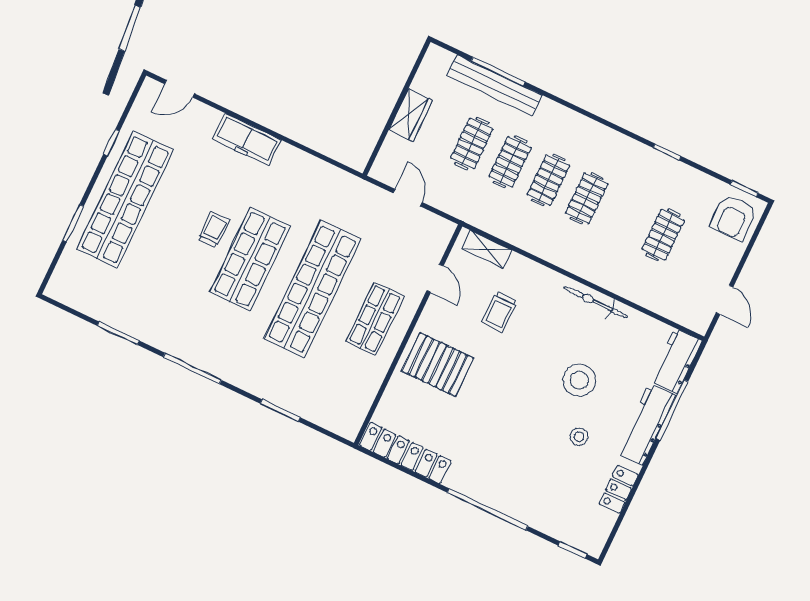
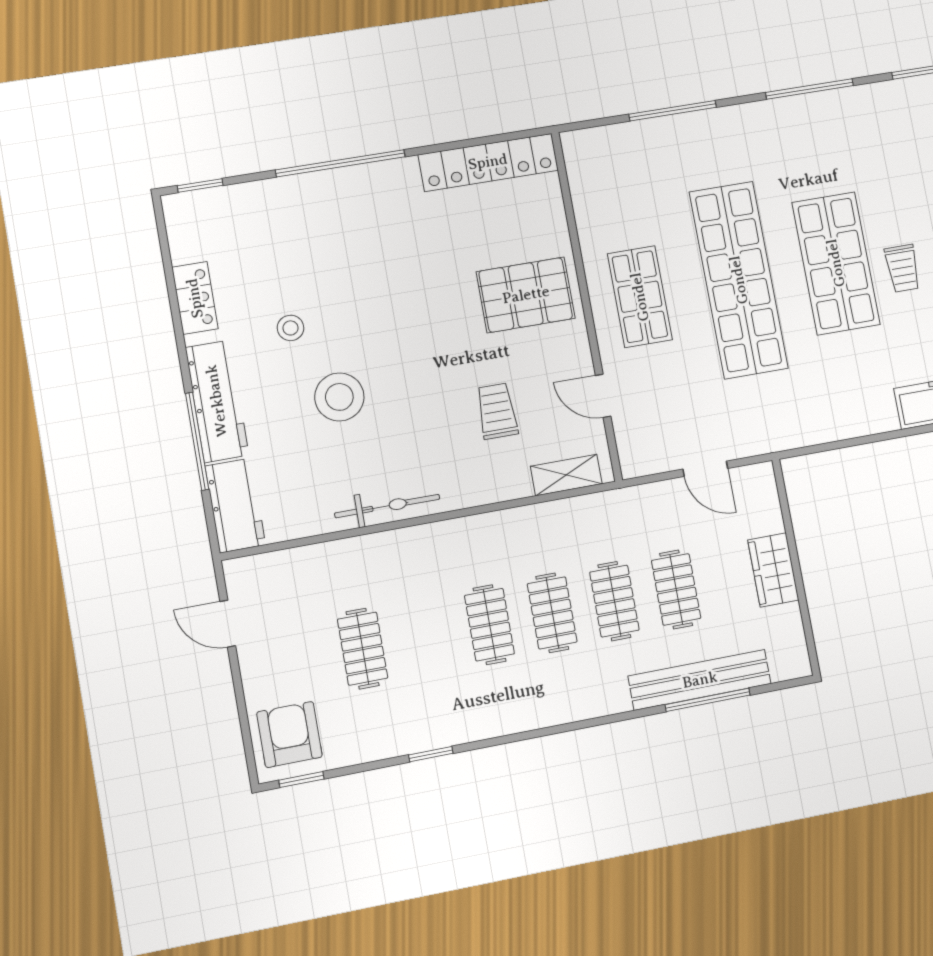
window: (280, 411) -> (673, 111), width x1.44

